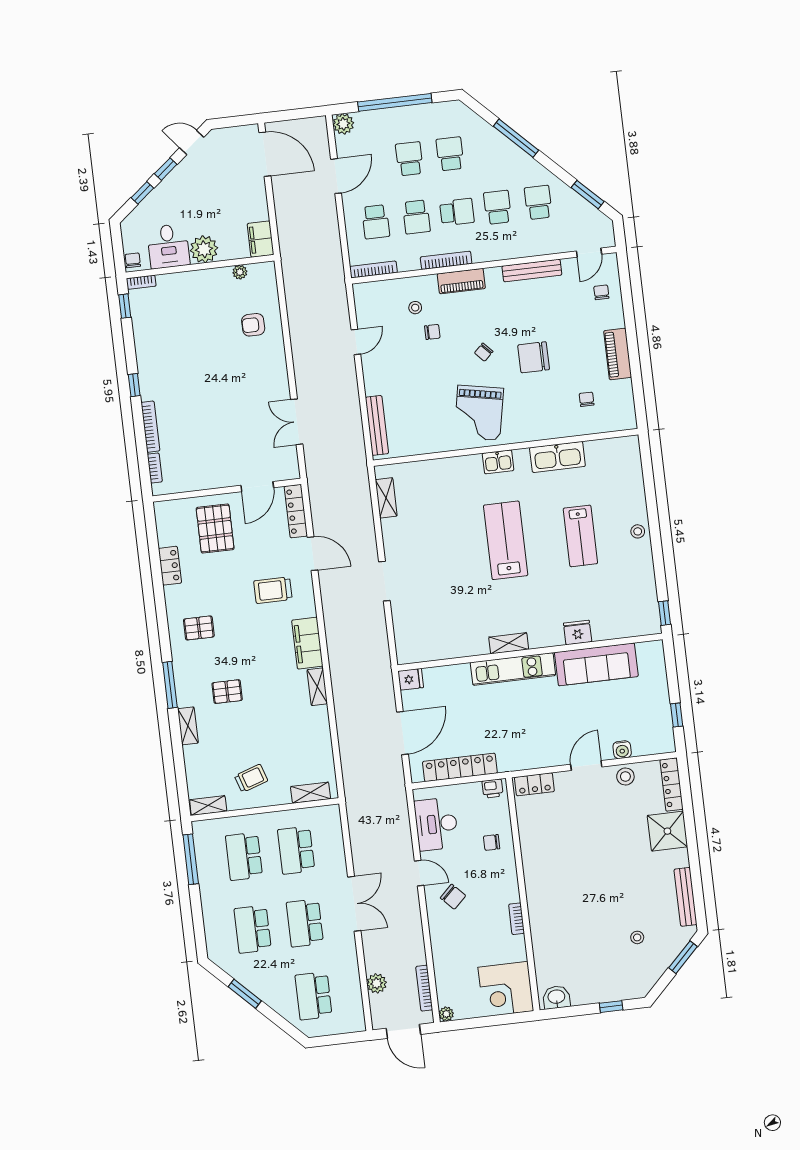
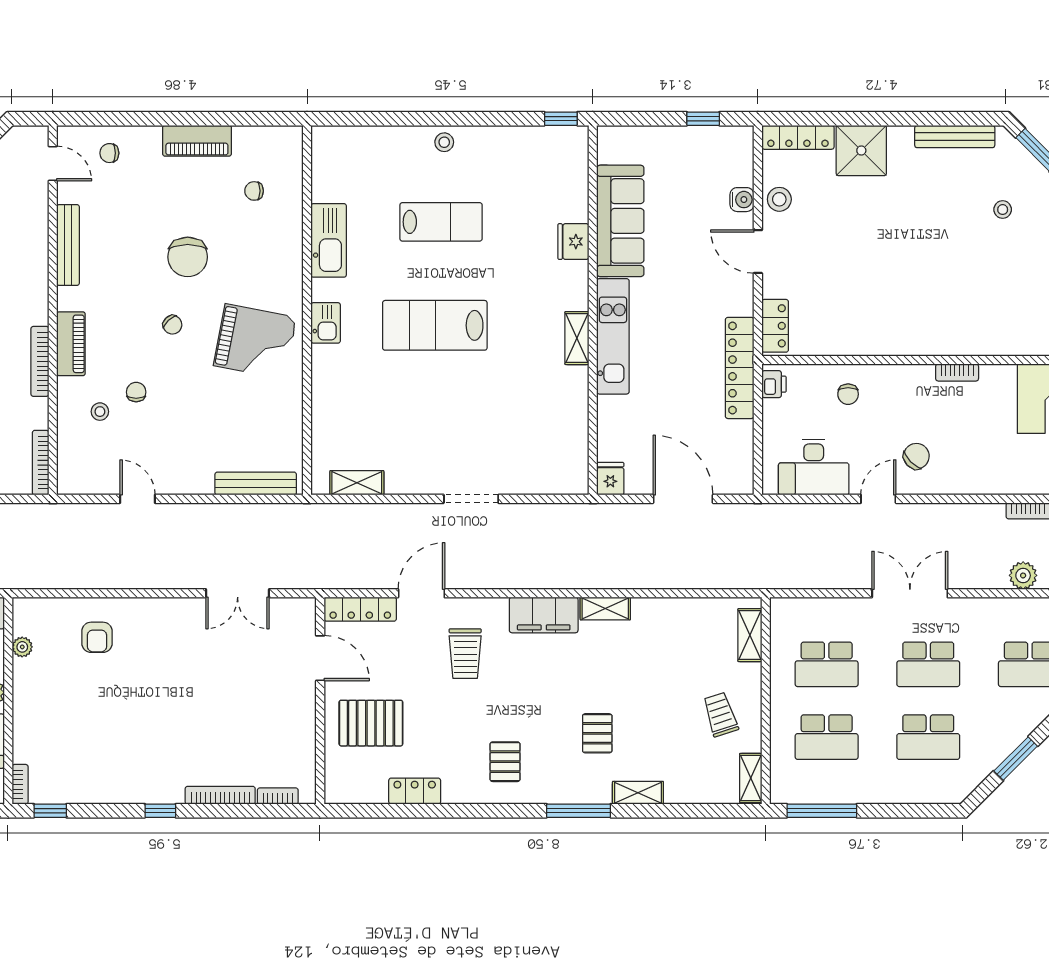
locker: (460, 767) -> (740, 368), moved

